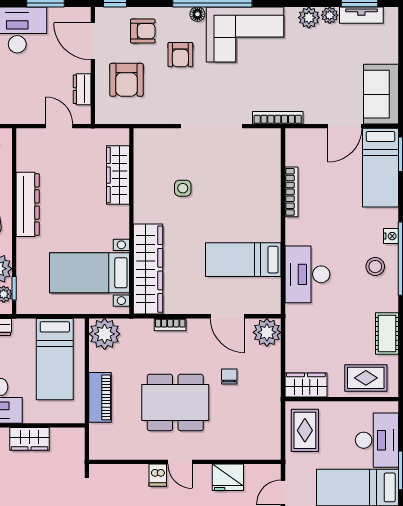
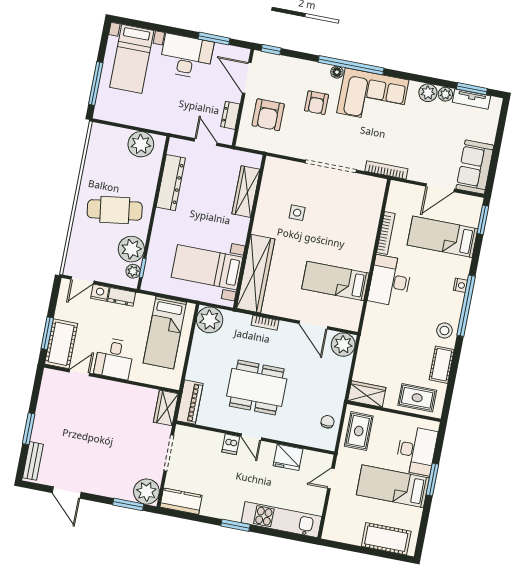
armchair: (143, 31) -> (289, 77), removed
bed: (381, 168) -> (442, 237), moved, turned 90
dresser: (28, 204) -> (171, 183), moved
stool: (375, 267) -> (444, 331), moved
desk: (307, 274) -> (390, 281), moved
chair: (229, 376) -> (327, 422), moved
piano: (100, 397) -> (190, 402), moved
wardrobe: (30, 439) -> (166, 408), moved, turned 90

